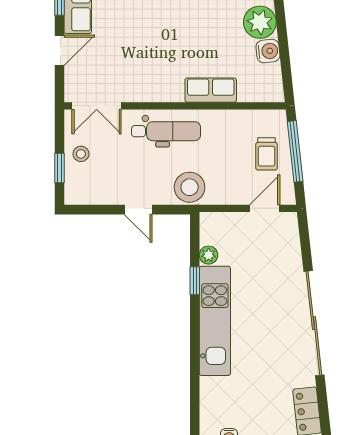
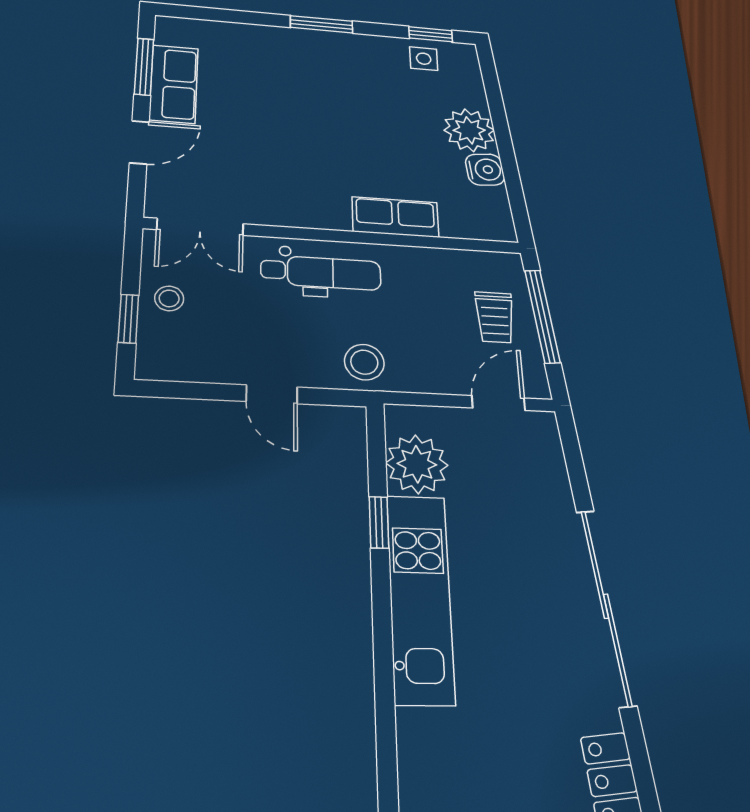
stool: (190, 187) -> (364, 362), width x0.73, depth x0.73
plant: (209, 255) -> (417, 464), width x1.87, depth x1.87

